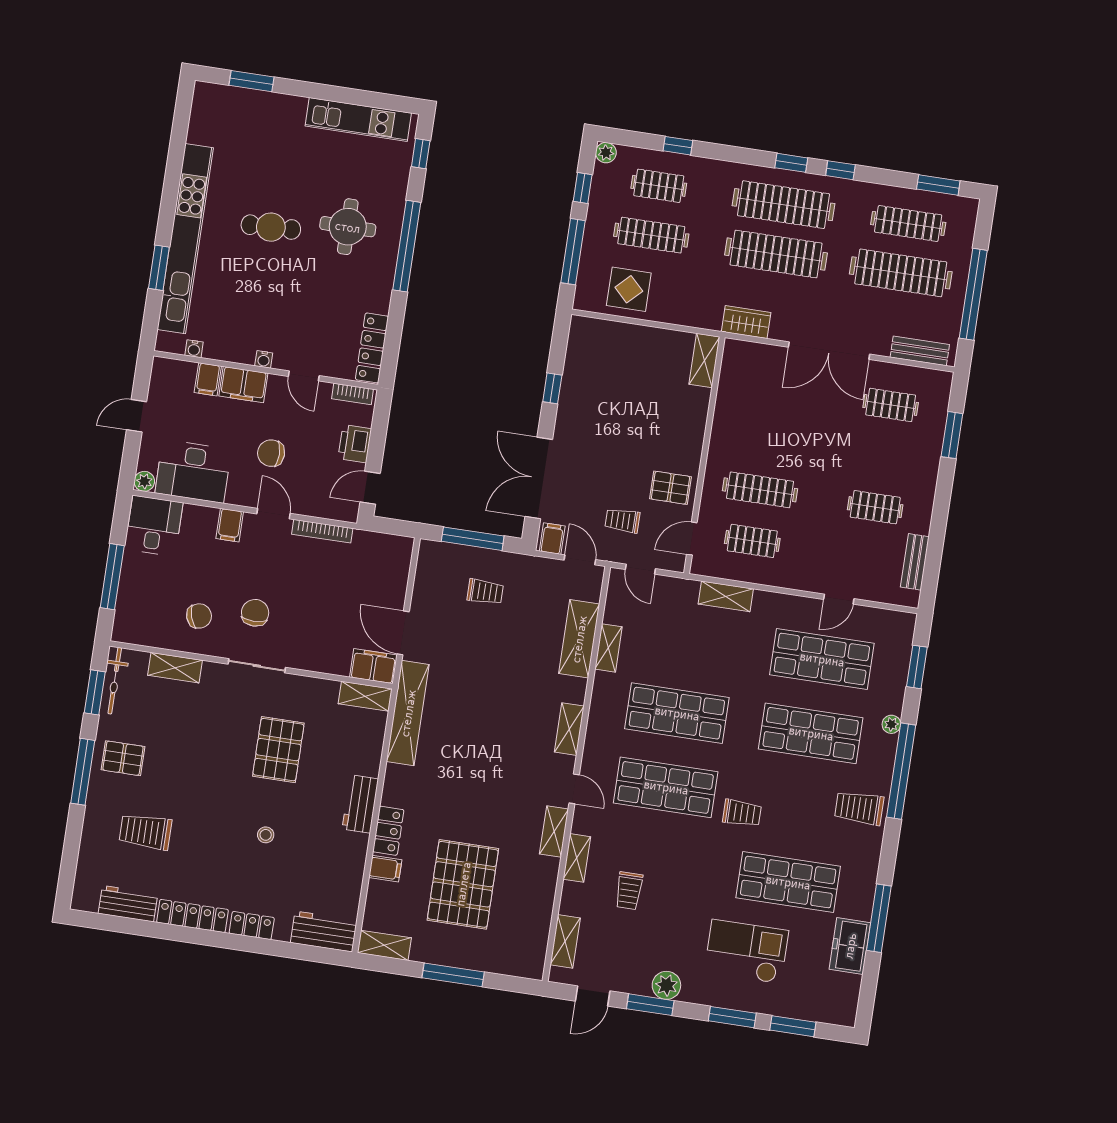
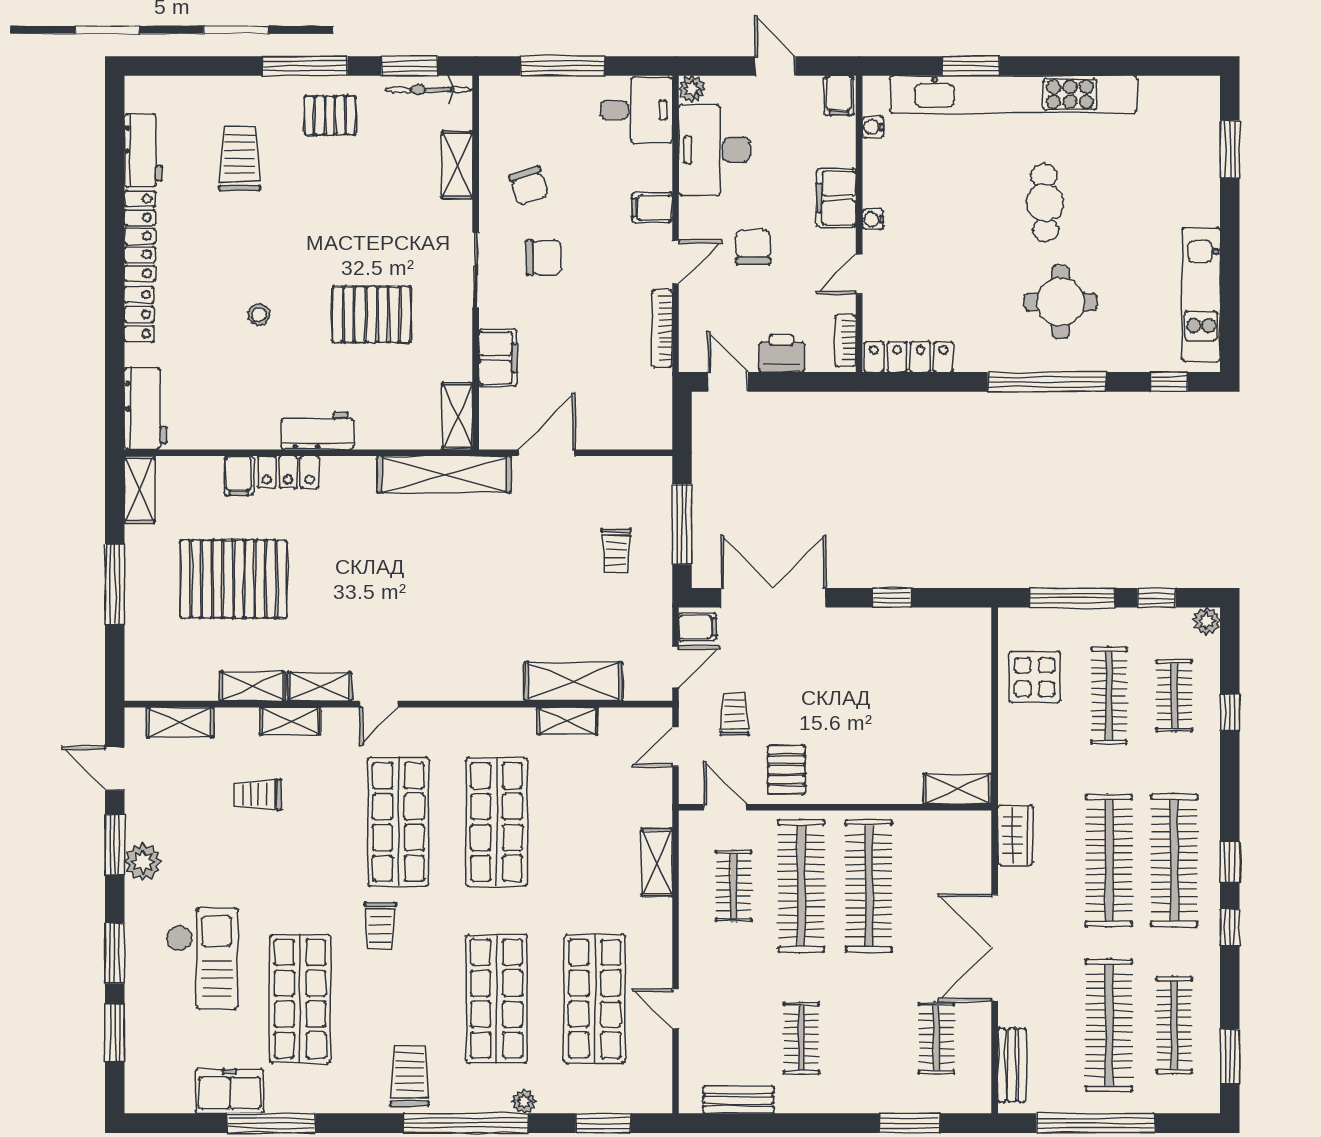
filing cabinet: (208, 379) -> (839, 96), moved, turned -90
clothes rail: (768, 439) -> (869, 886), added
clothes rail: (760, 490) -> (801, 886), width x1.37, depth x1.31
filing cabinet: (373, 666) -> (498, 358), moved
shelving: (569, 729) -> (252, 686), moved
pallet: (123, 758) -> (330, 115), turned 90

